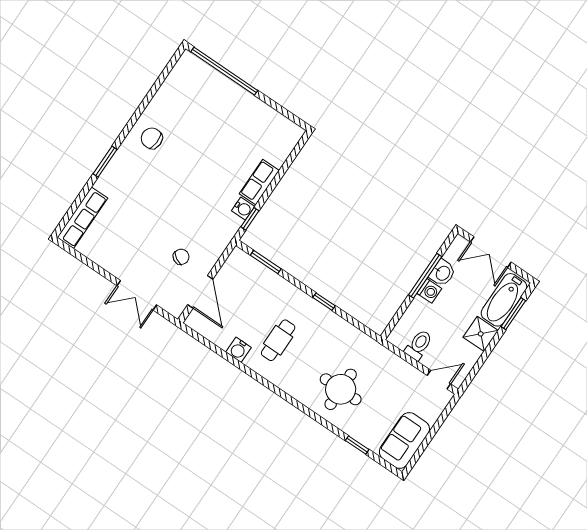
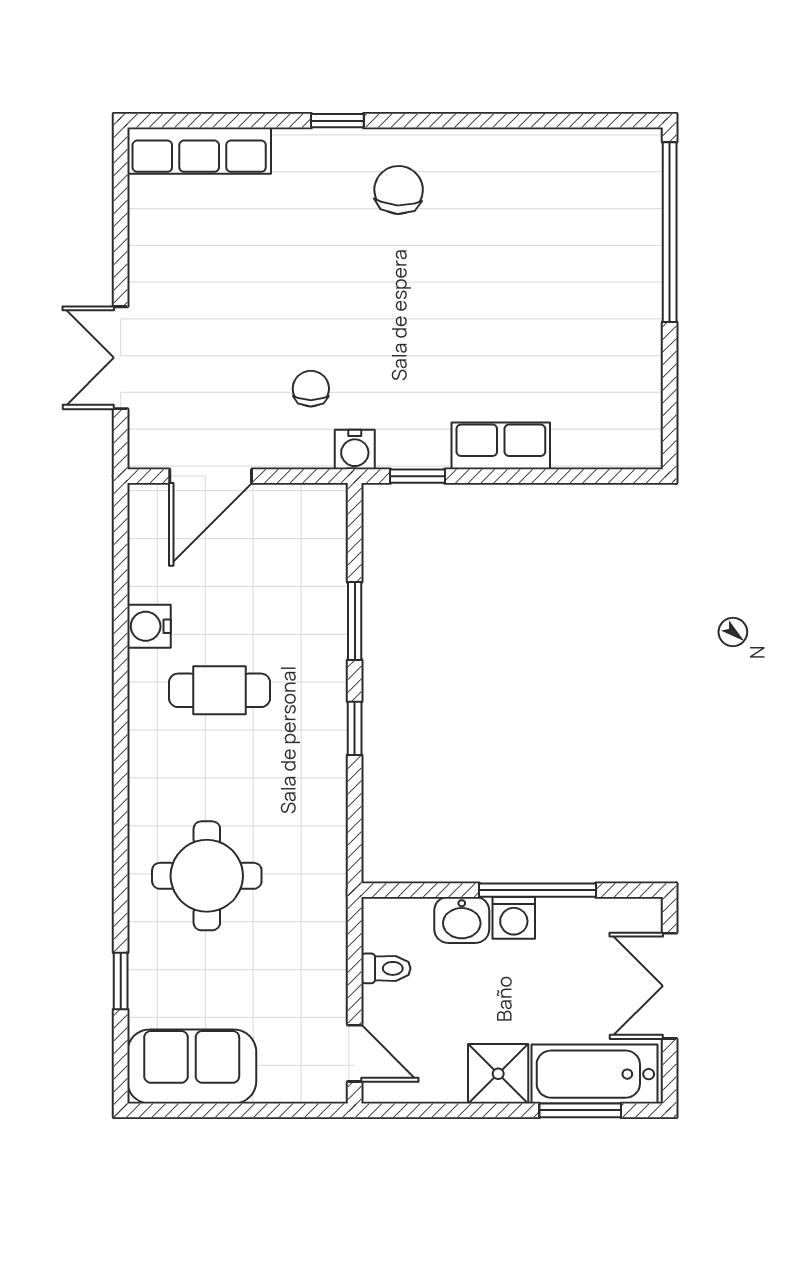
chair: (152, 138) -> (399, 190), moved
window: (105, 162) -> (337, 121), width x0.67
water cooler: (243, 209) -> (355, 450), moved
chair: (181, 257) -> (311, 389), moved, turned -119
window: (266, 262) -> (355, 621), moved
washbasin: (443, 273) -> (462, 920), moved
toilet: (419, 345) -> (386, 968), width x0.73, depth x0.72

